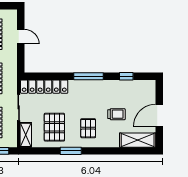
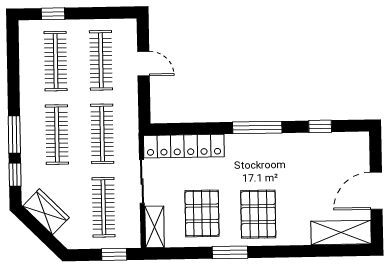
trolley: (116, 114) -> (305, 190), removed
pallet: (88, 128) -> (258, 214), width x1.50, depth x1.42

